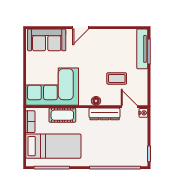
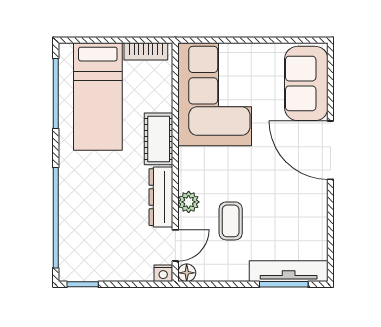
door: (81, 28) -> (330, 150), width x1.88
plant: (107, 100) -> (189, 202), added
floor lamp: (96, 101) -> (187, 273), moved
cot: (62, 115) -> (159, 139), moved

